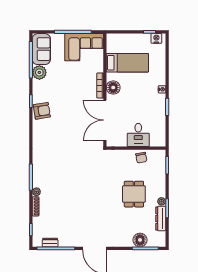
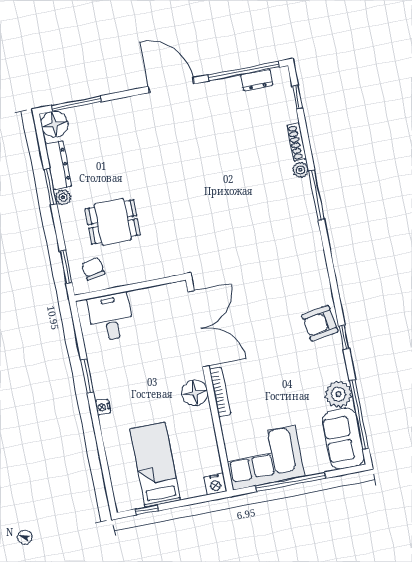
nightstand: (156, 38) -> (215, 484), moved
bed: (127, 63) -> (155, 465), moved, turned 90
desk: (138, 135) -> (111, 317), moved
chair: (141, 158) -> (93, 269), moved
dining table: (134, 194) -> (113, 222), moved, turned 90
floor lamp: (140, 240) -> (54, 124), moved

